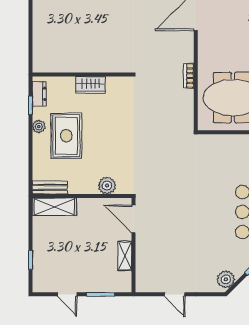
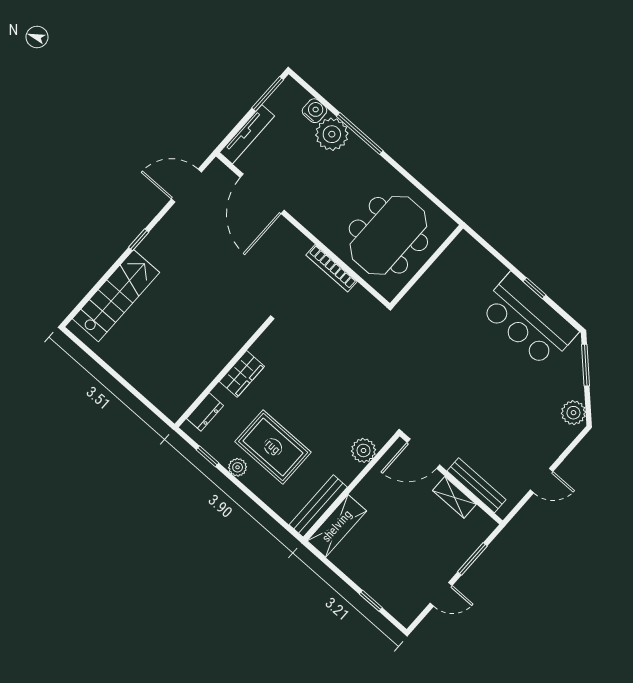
bookcase: (189, 76) -> (331, 268), width x1.56
dresser: (39, 94) -> (205, 412), moved, turned 90
bench: (50, 188) -> (318, 506), width x1.36
bench: (142, 262) -> (476, 485), added

